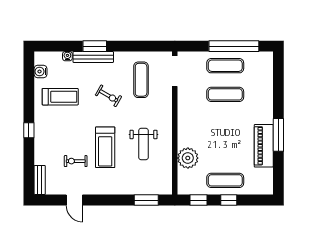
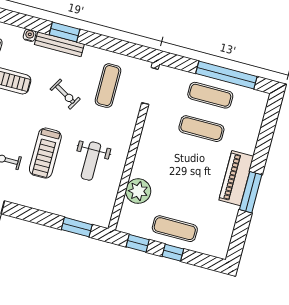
piano: (264, 146) -> (236, 178), moved

